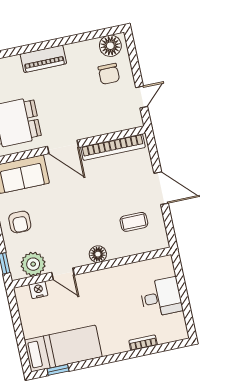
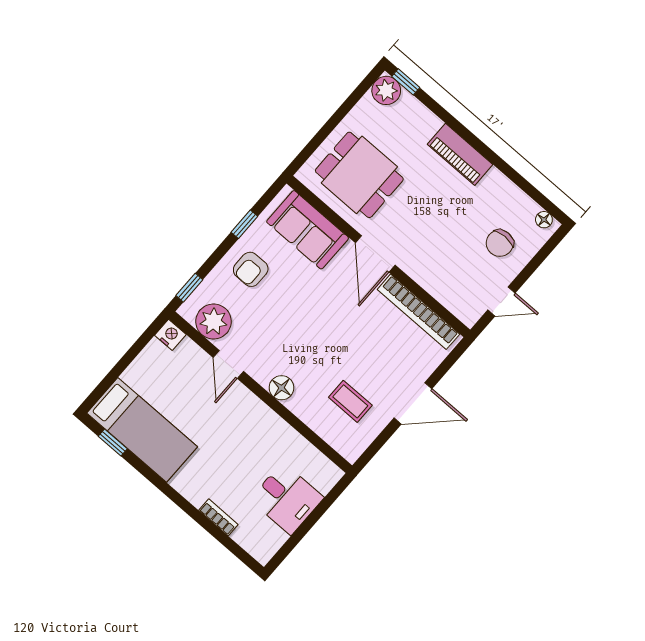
floor lamp: (110, 46) -> (544, 220), width x0.53, depth x0.53
door: (161, 188) -> (413, 403), hinge flipped
nightstand: (39, 290) -> (170, 335), moved

